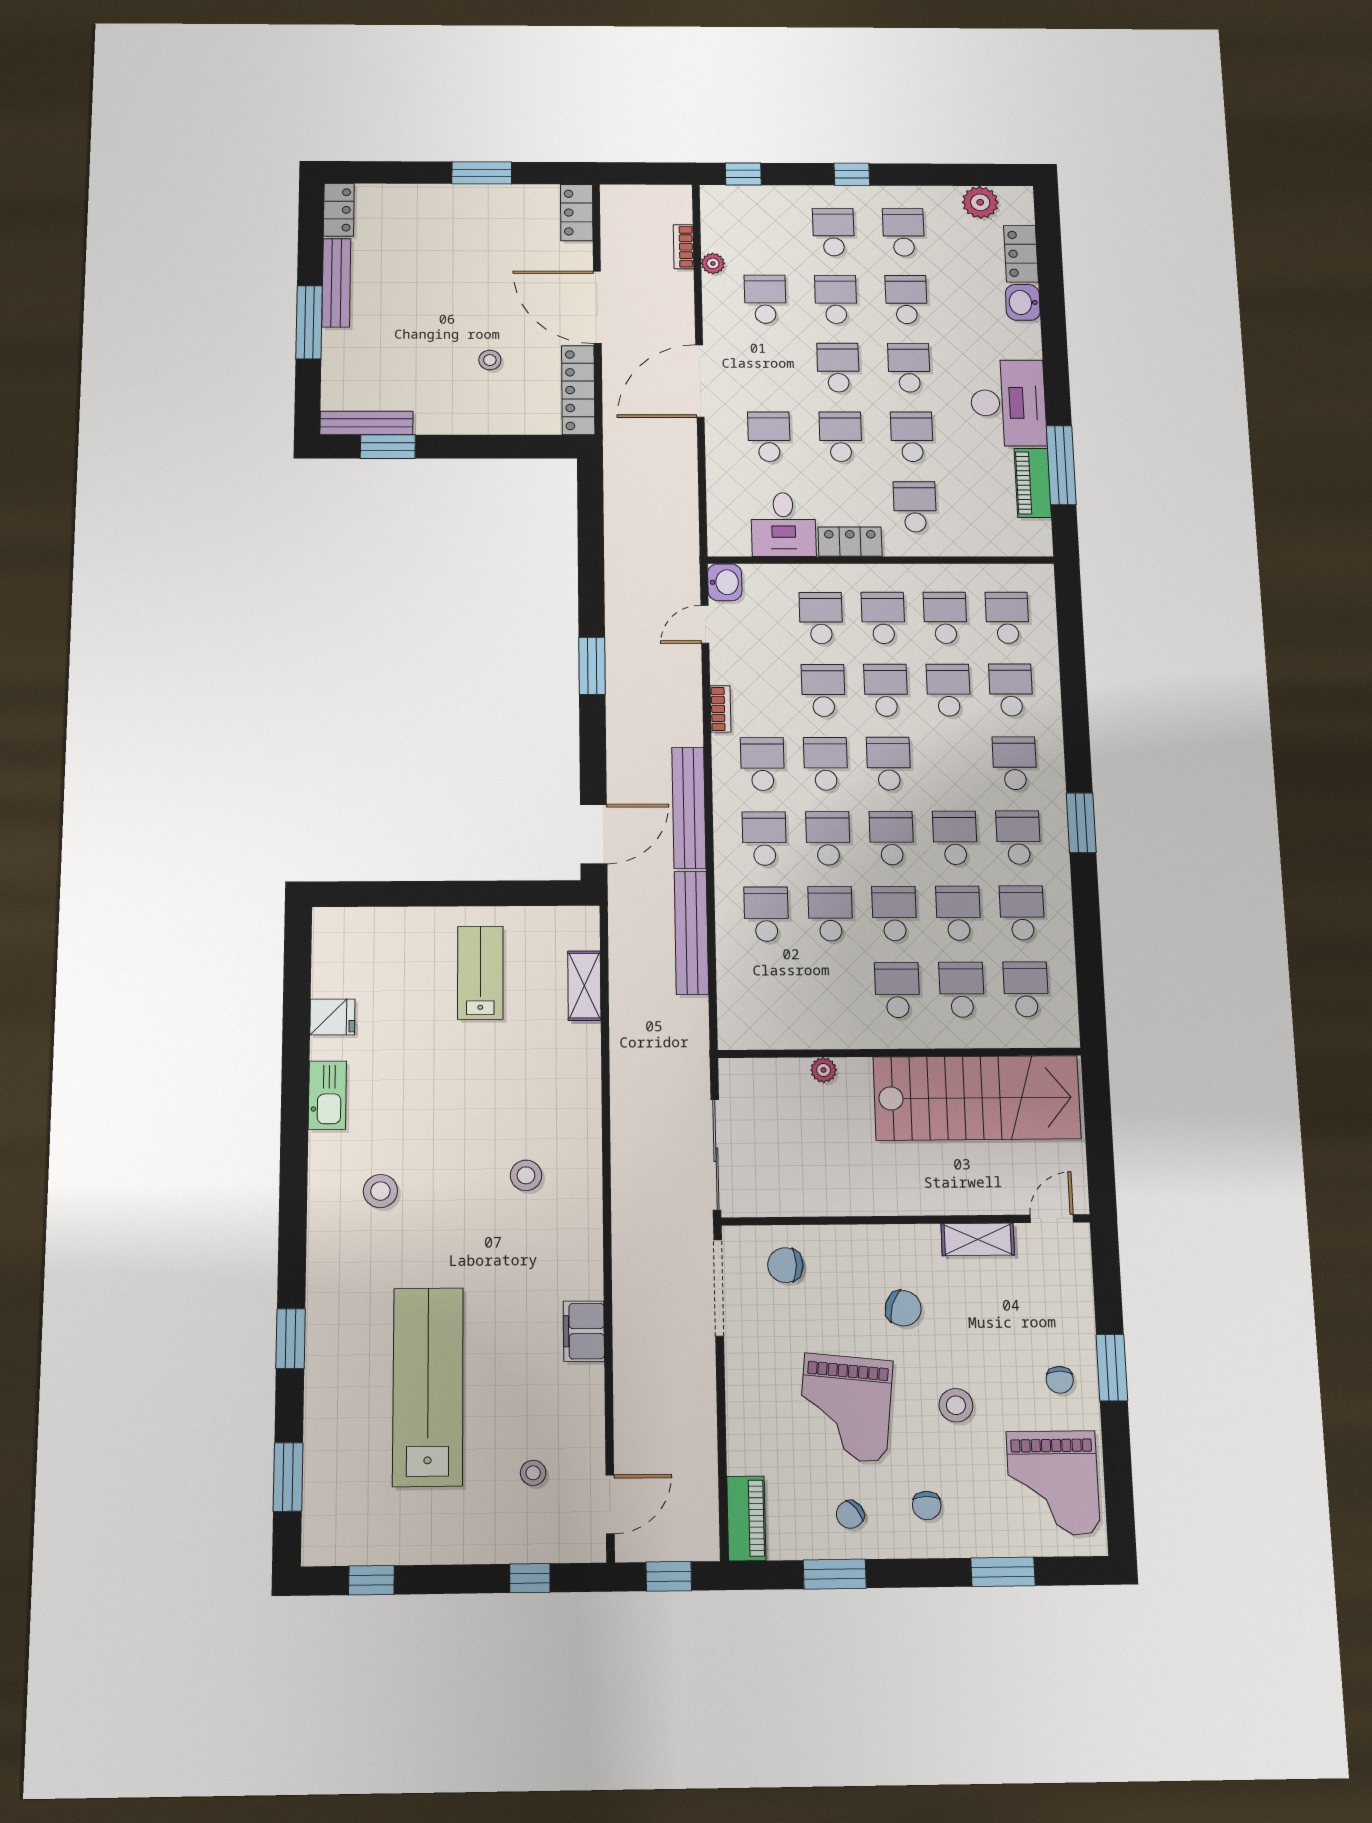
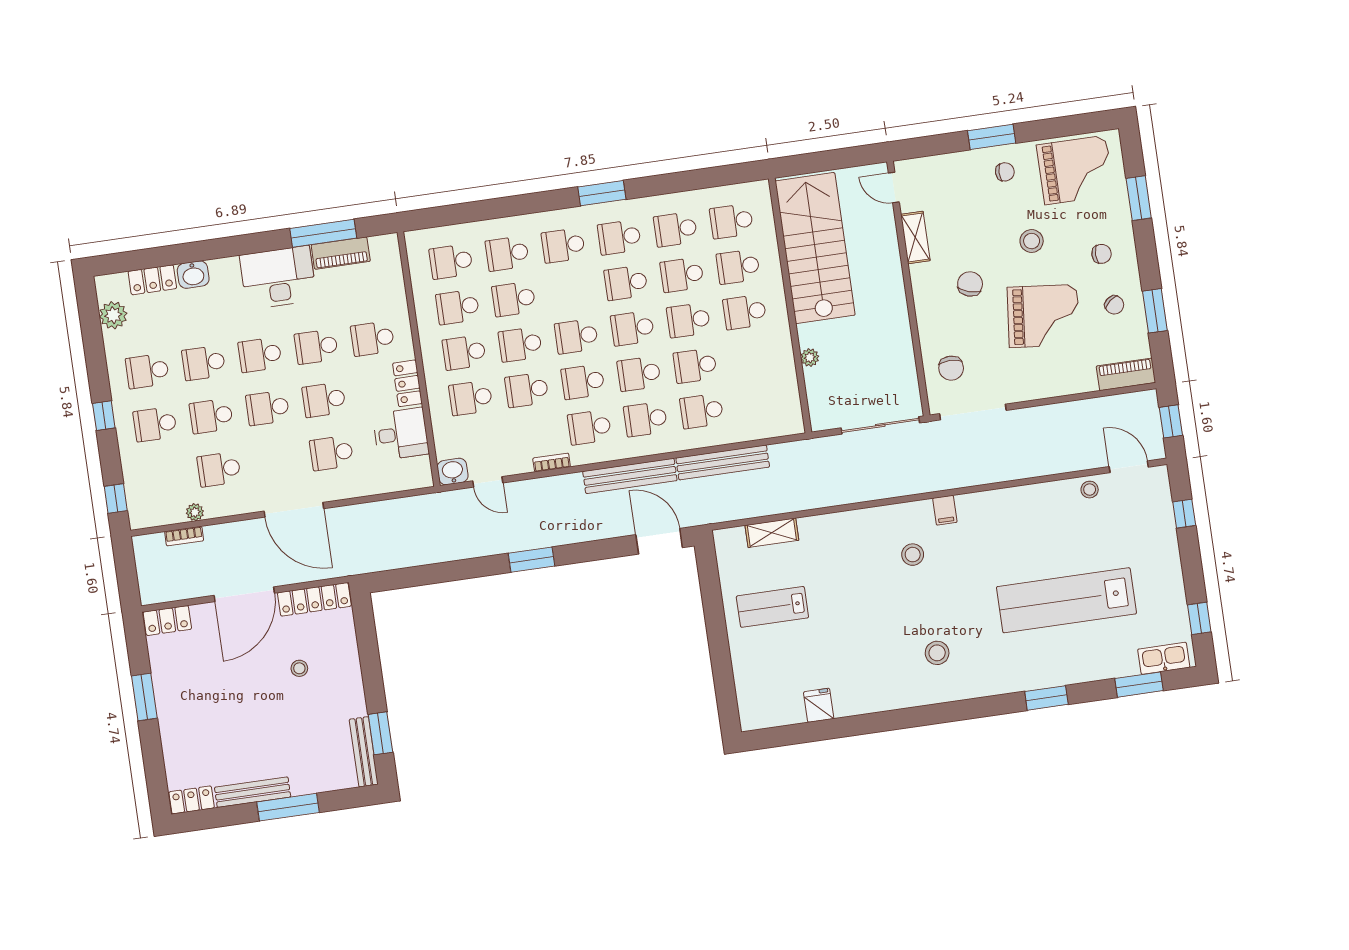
kitchen sink: (327, 1095) -> (1164, 658), moved
filing cabinet: (584, 1331) -> (945, 510), moved, width x0.50
stool: (533, 1473) -> (1090, 490), moved

